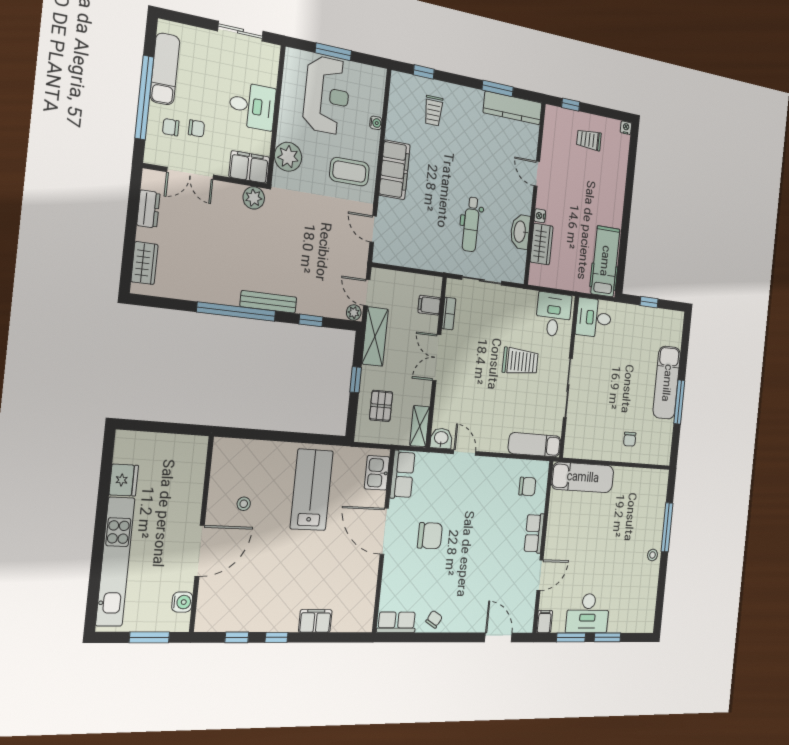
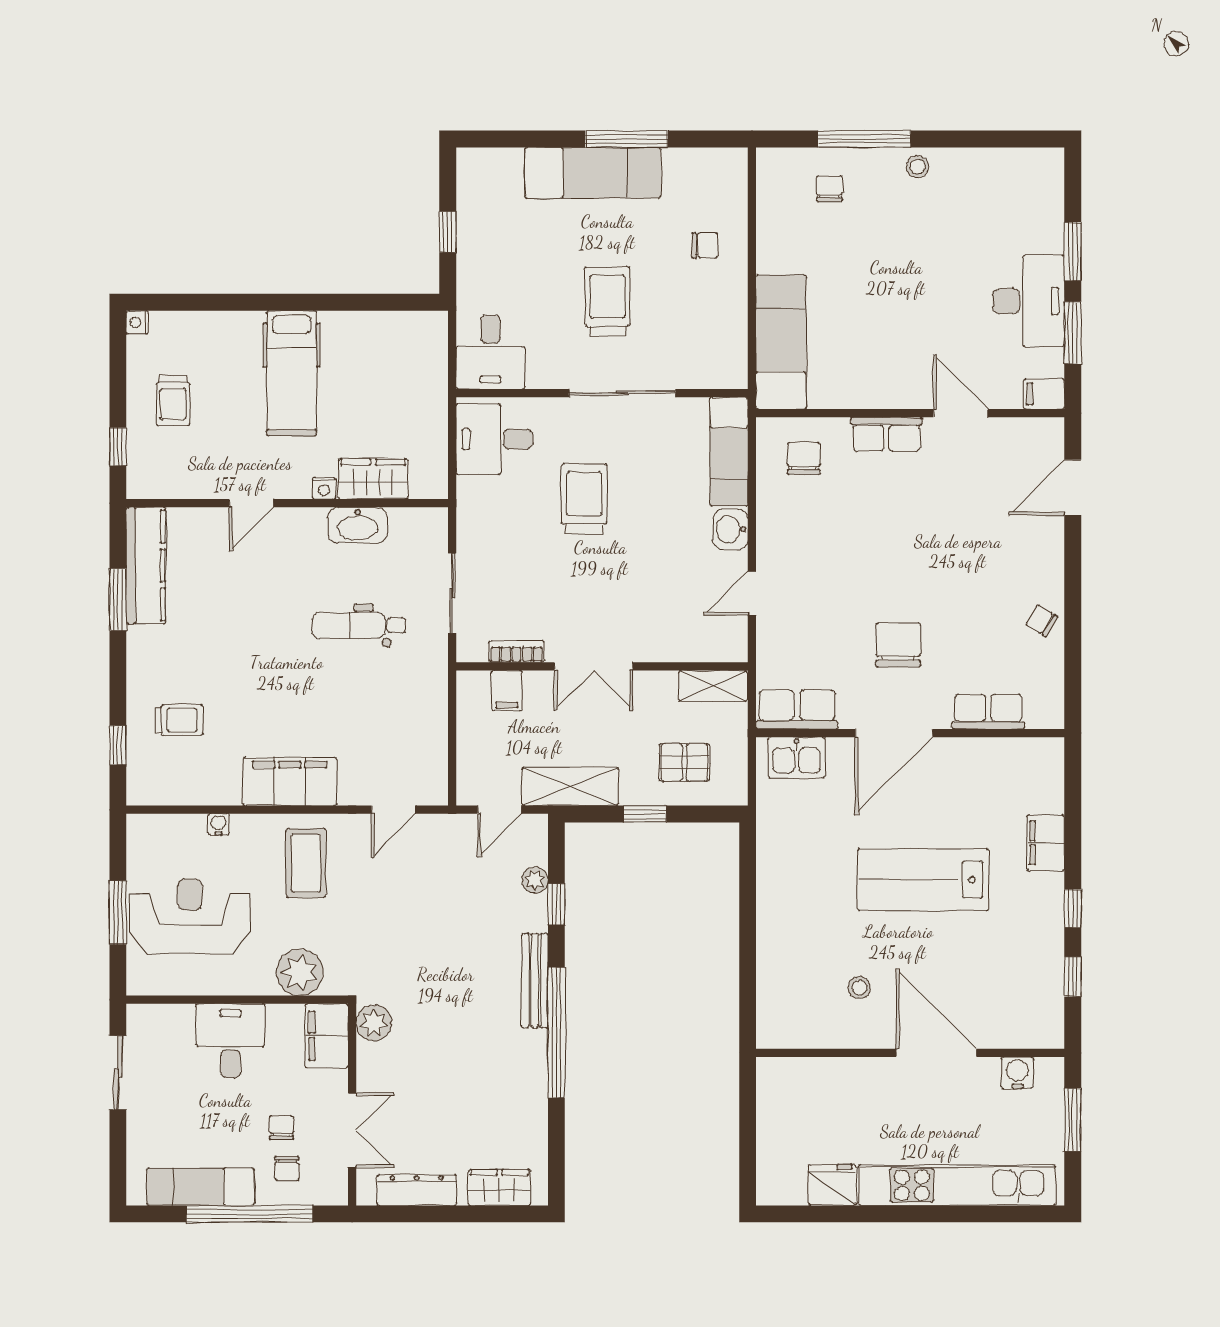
dresser: (148, 209) -> (417, 1190), width x1.44
dental chair: (471, 224) -> (359, 625), turned 180
hospital bed: (605, 261) -> (292, 373), moved, turned -90
plant: (354, 313) -> (535, 880), moved
trolley: (610, 384) -> (607, 301), added
washbasin: (441, 438) -> (731, 529), moved
lab bench: (312, 490) -> (923, 880), moved
chair: (648, 508) -> (829, 188), added
row of seats: (397, 622) -> (988, 712), moved, turned 90

